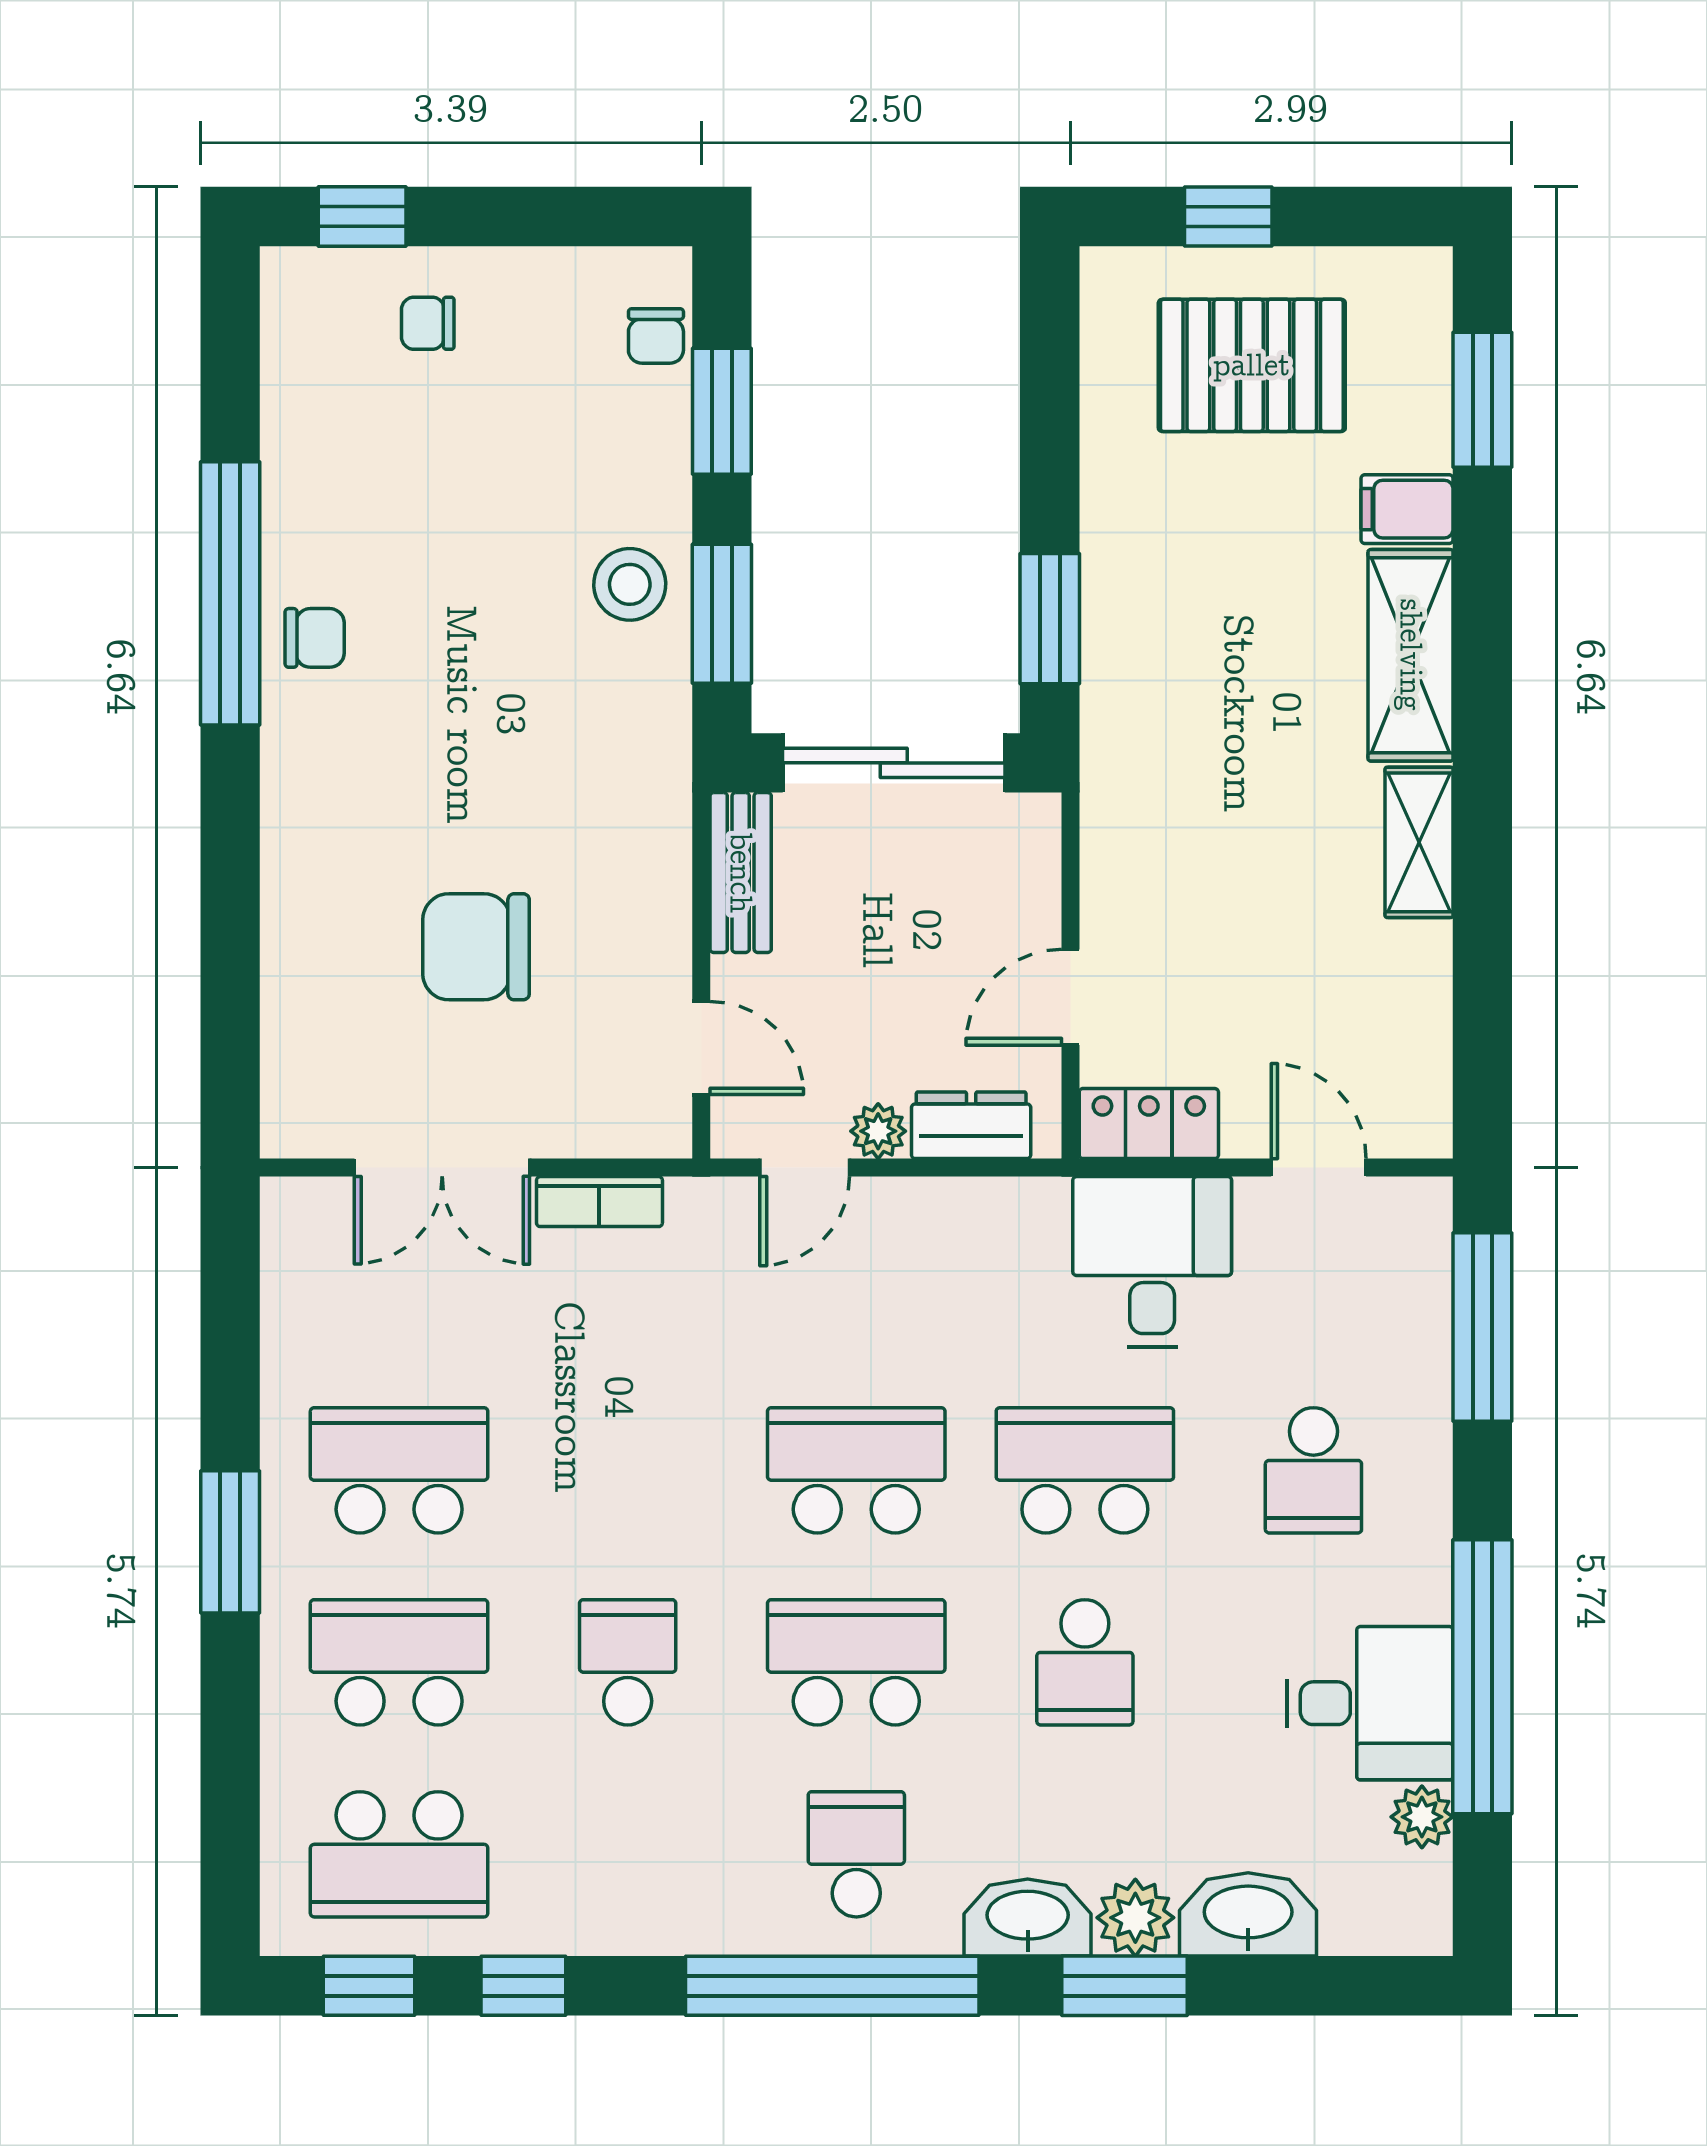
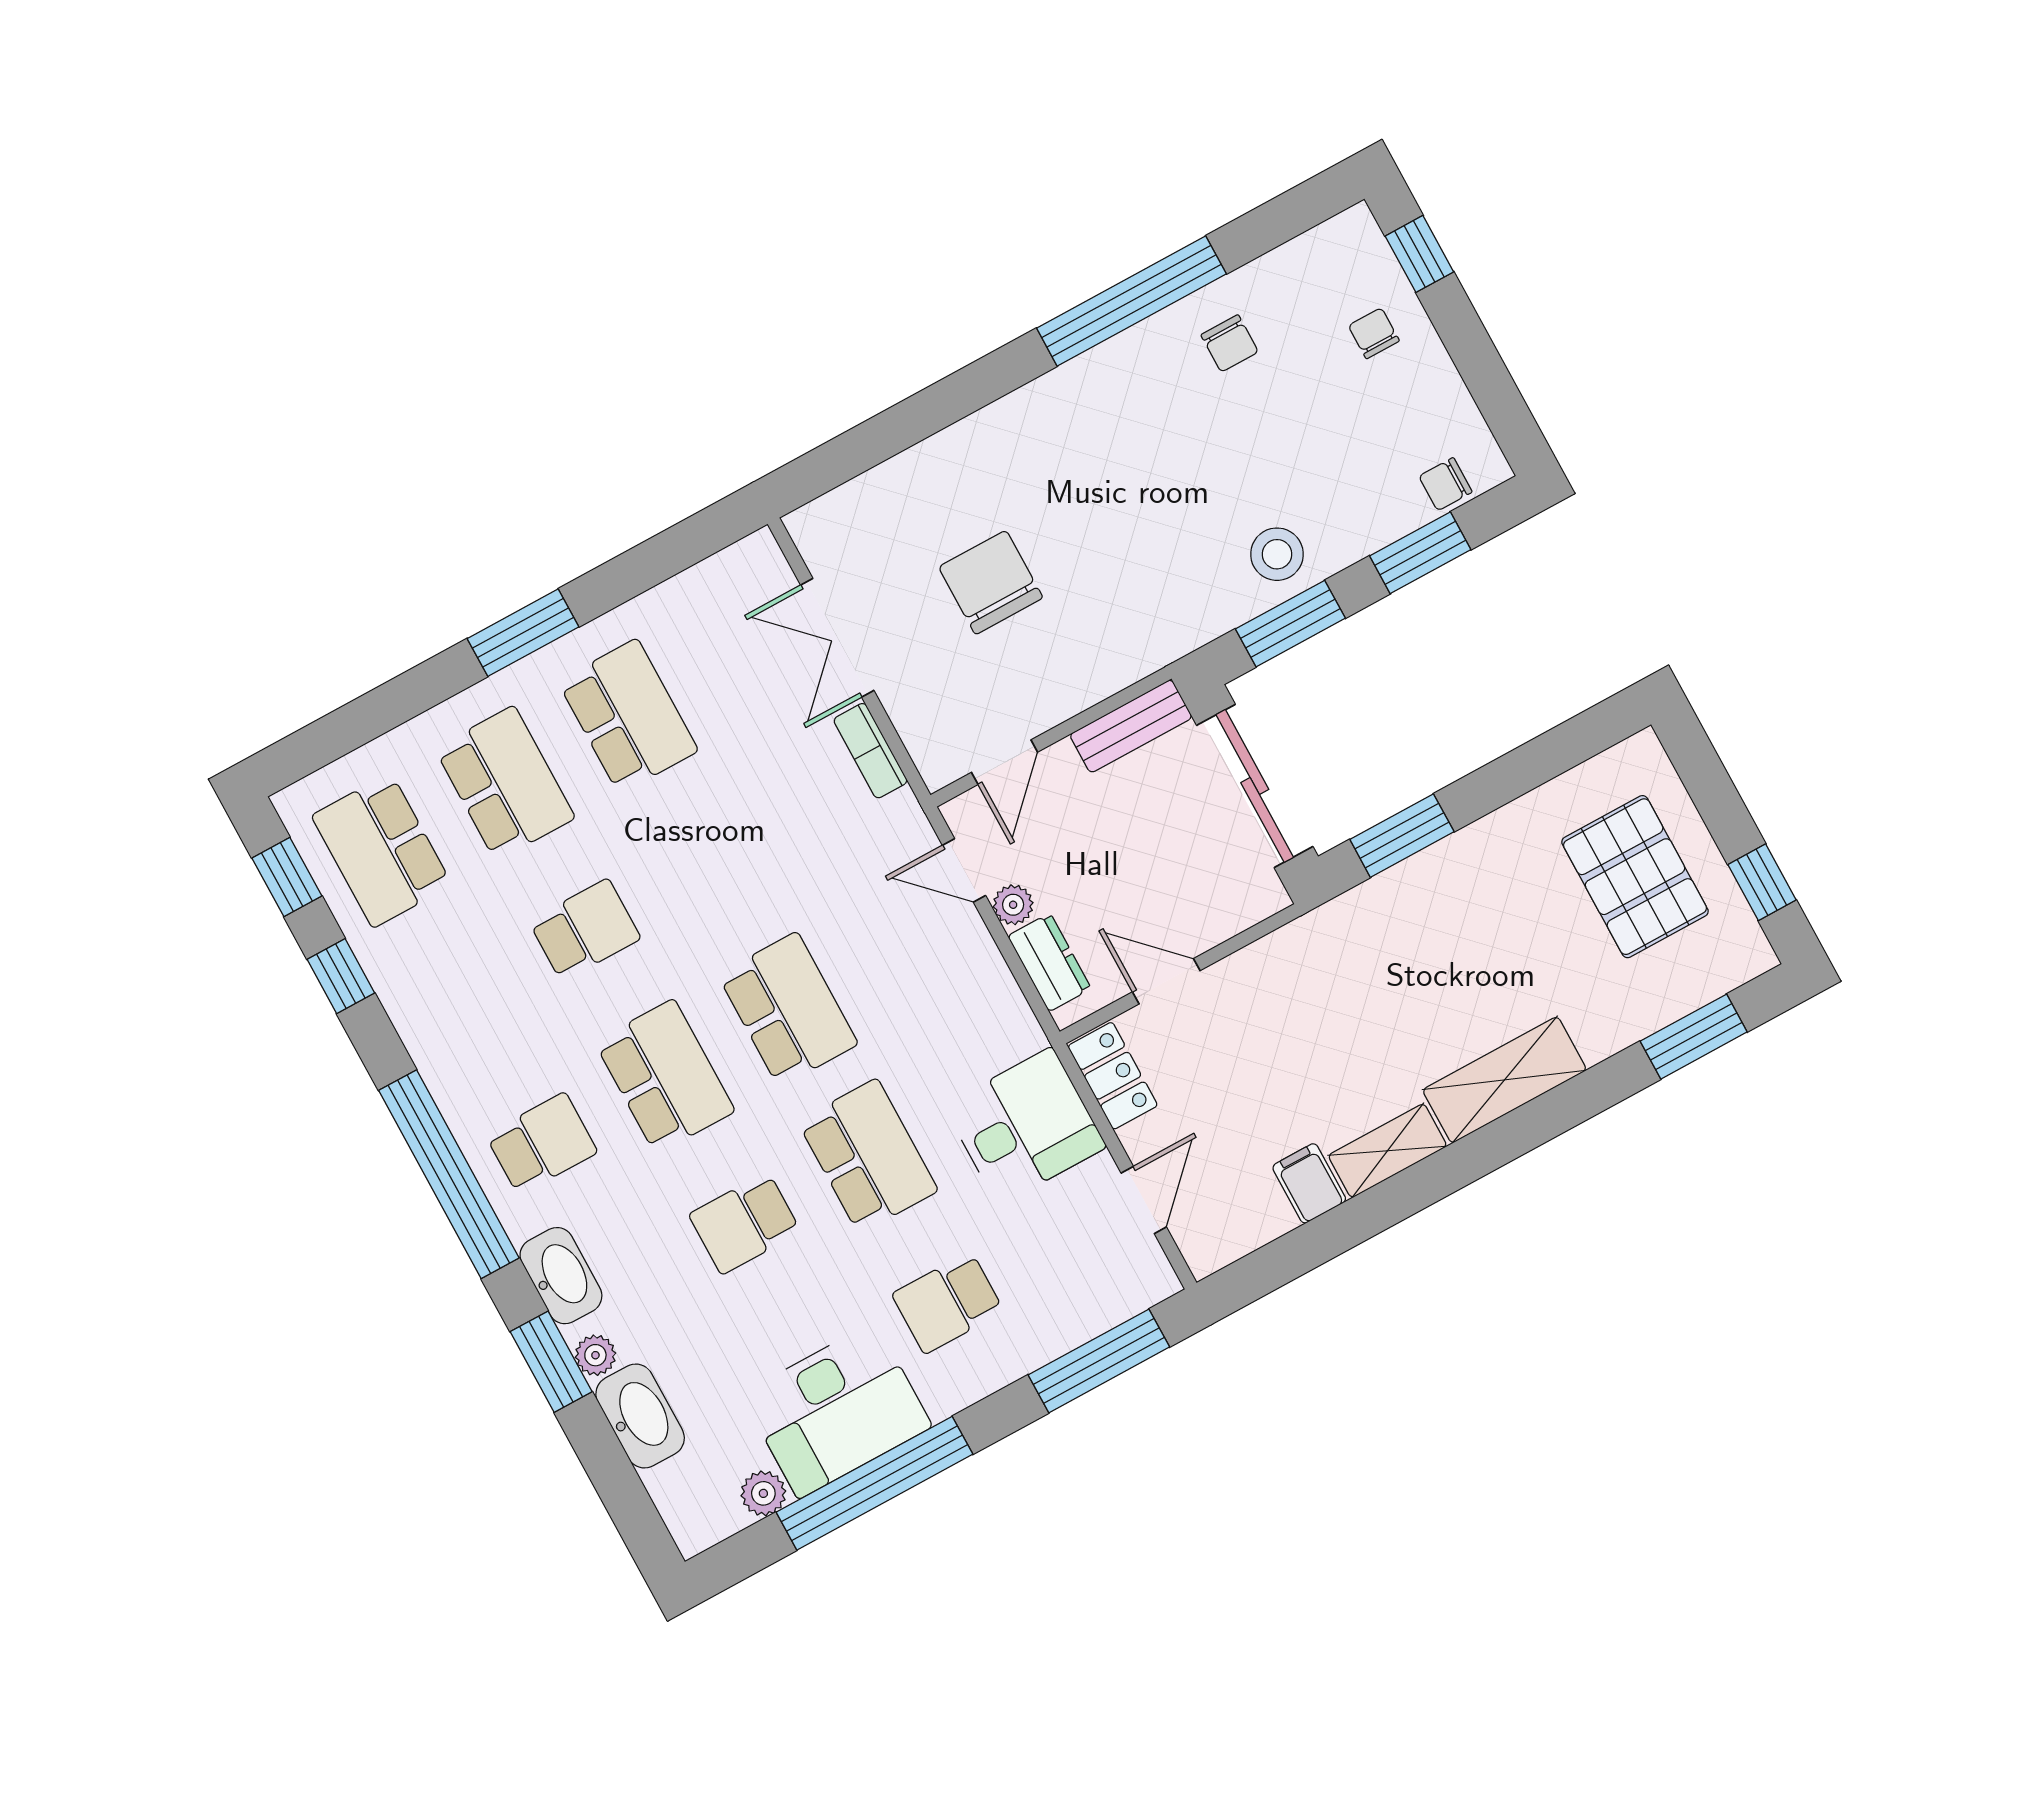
window: (1228, 216) -> (1762, 882), moved
filing cabinet: (1407, 509) -> (1309, 1183), moved
chair: (315, 638) -> (1230, 343), moved
desk: (1370, 1703) -> (837, 1410), width x1.37
plant: (1135, 1918) -> (595, 1355), width x0.73, depth x0.73

